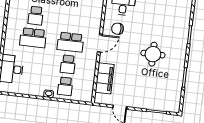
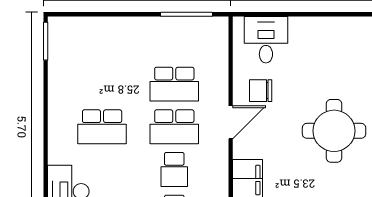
school desk: (36, 16) -> (174, 84), moved, width x1.85
round table: (153, 54) -> (334, 131), width x1.36, depth x1.36

